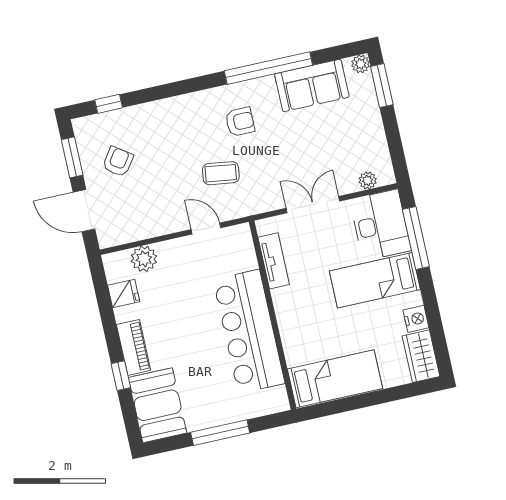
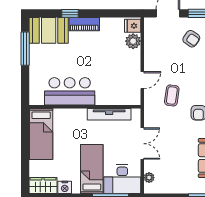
tv unit: (274, 261) -> (109, 114), width x1.41
fridge: (124, 293) -> (133, 26), moved, turned 90
bar counter: (249, 331) -> (70, 91), width x0.73
window: (220, 433) -> (25, 49), moved

